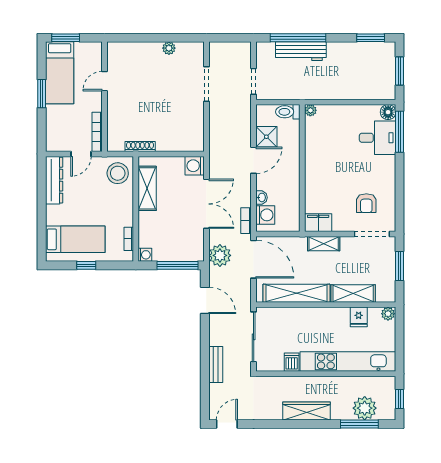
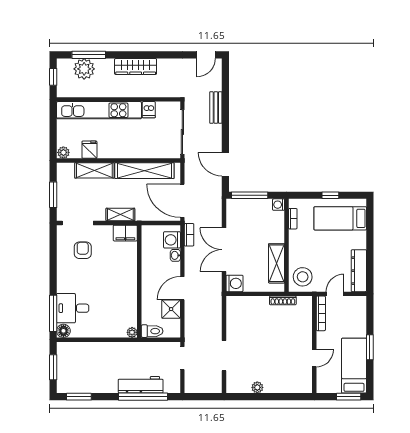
plant: (220, 255) -> (212, 204), removed

